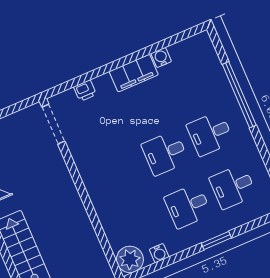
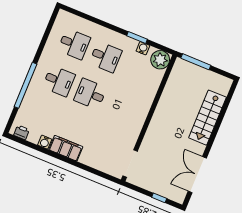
printer: (85, 91) -> (22, 132), moved
desk: (165, 153) -> (90, 94), turned 180
window: (216, 240) -> (137, 38), moved

